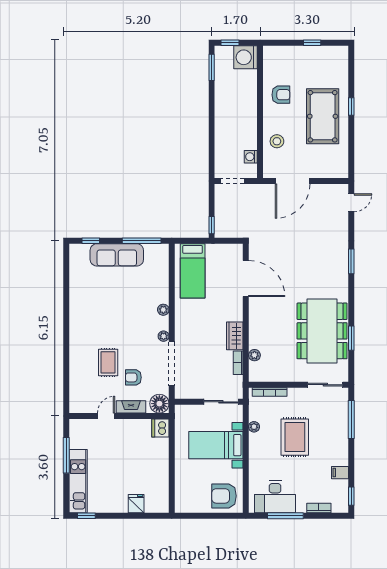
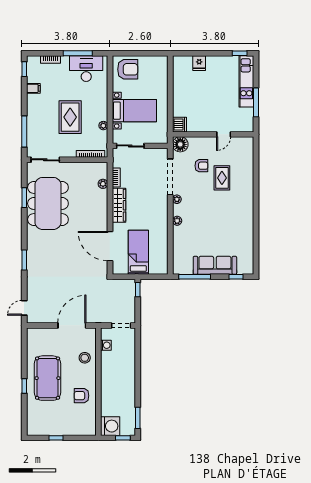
bed: (193, 271) -> (138, 252), moved
wardrobe: (235, 336) -> (119, 205), width x1.50
fireplace: (131, 407) -> (203, 142), removed

